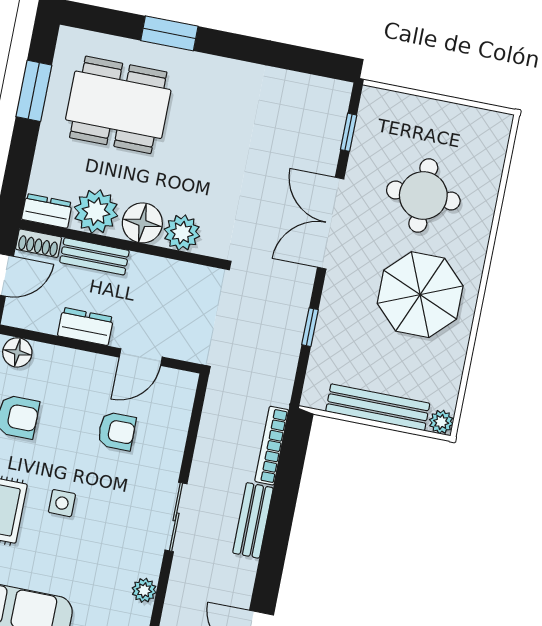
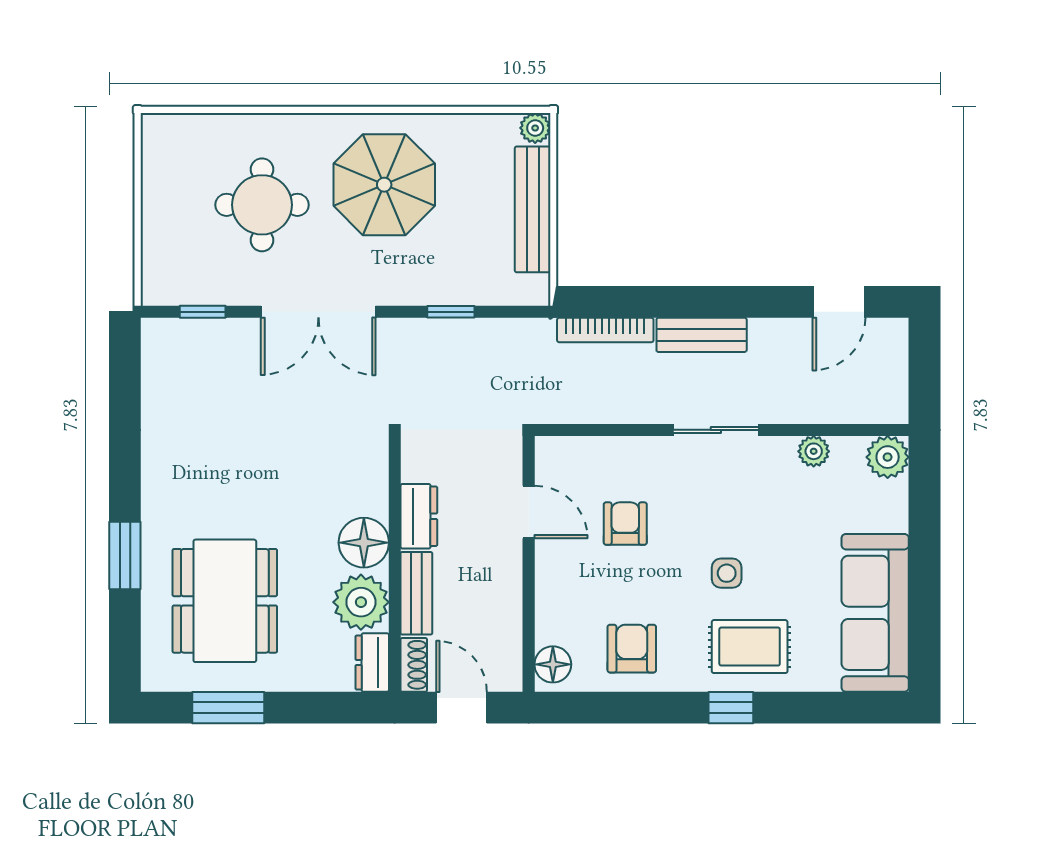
plant: (182, 233) -> (366, 492), removed
dresser: (85, 326) -> (419, 516), moved, turned 180

